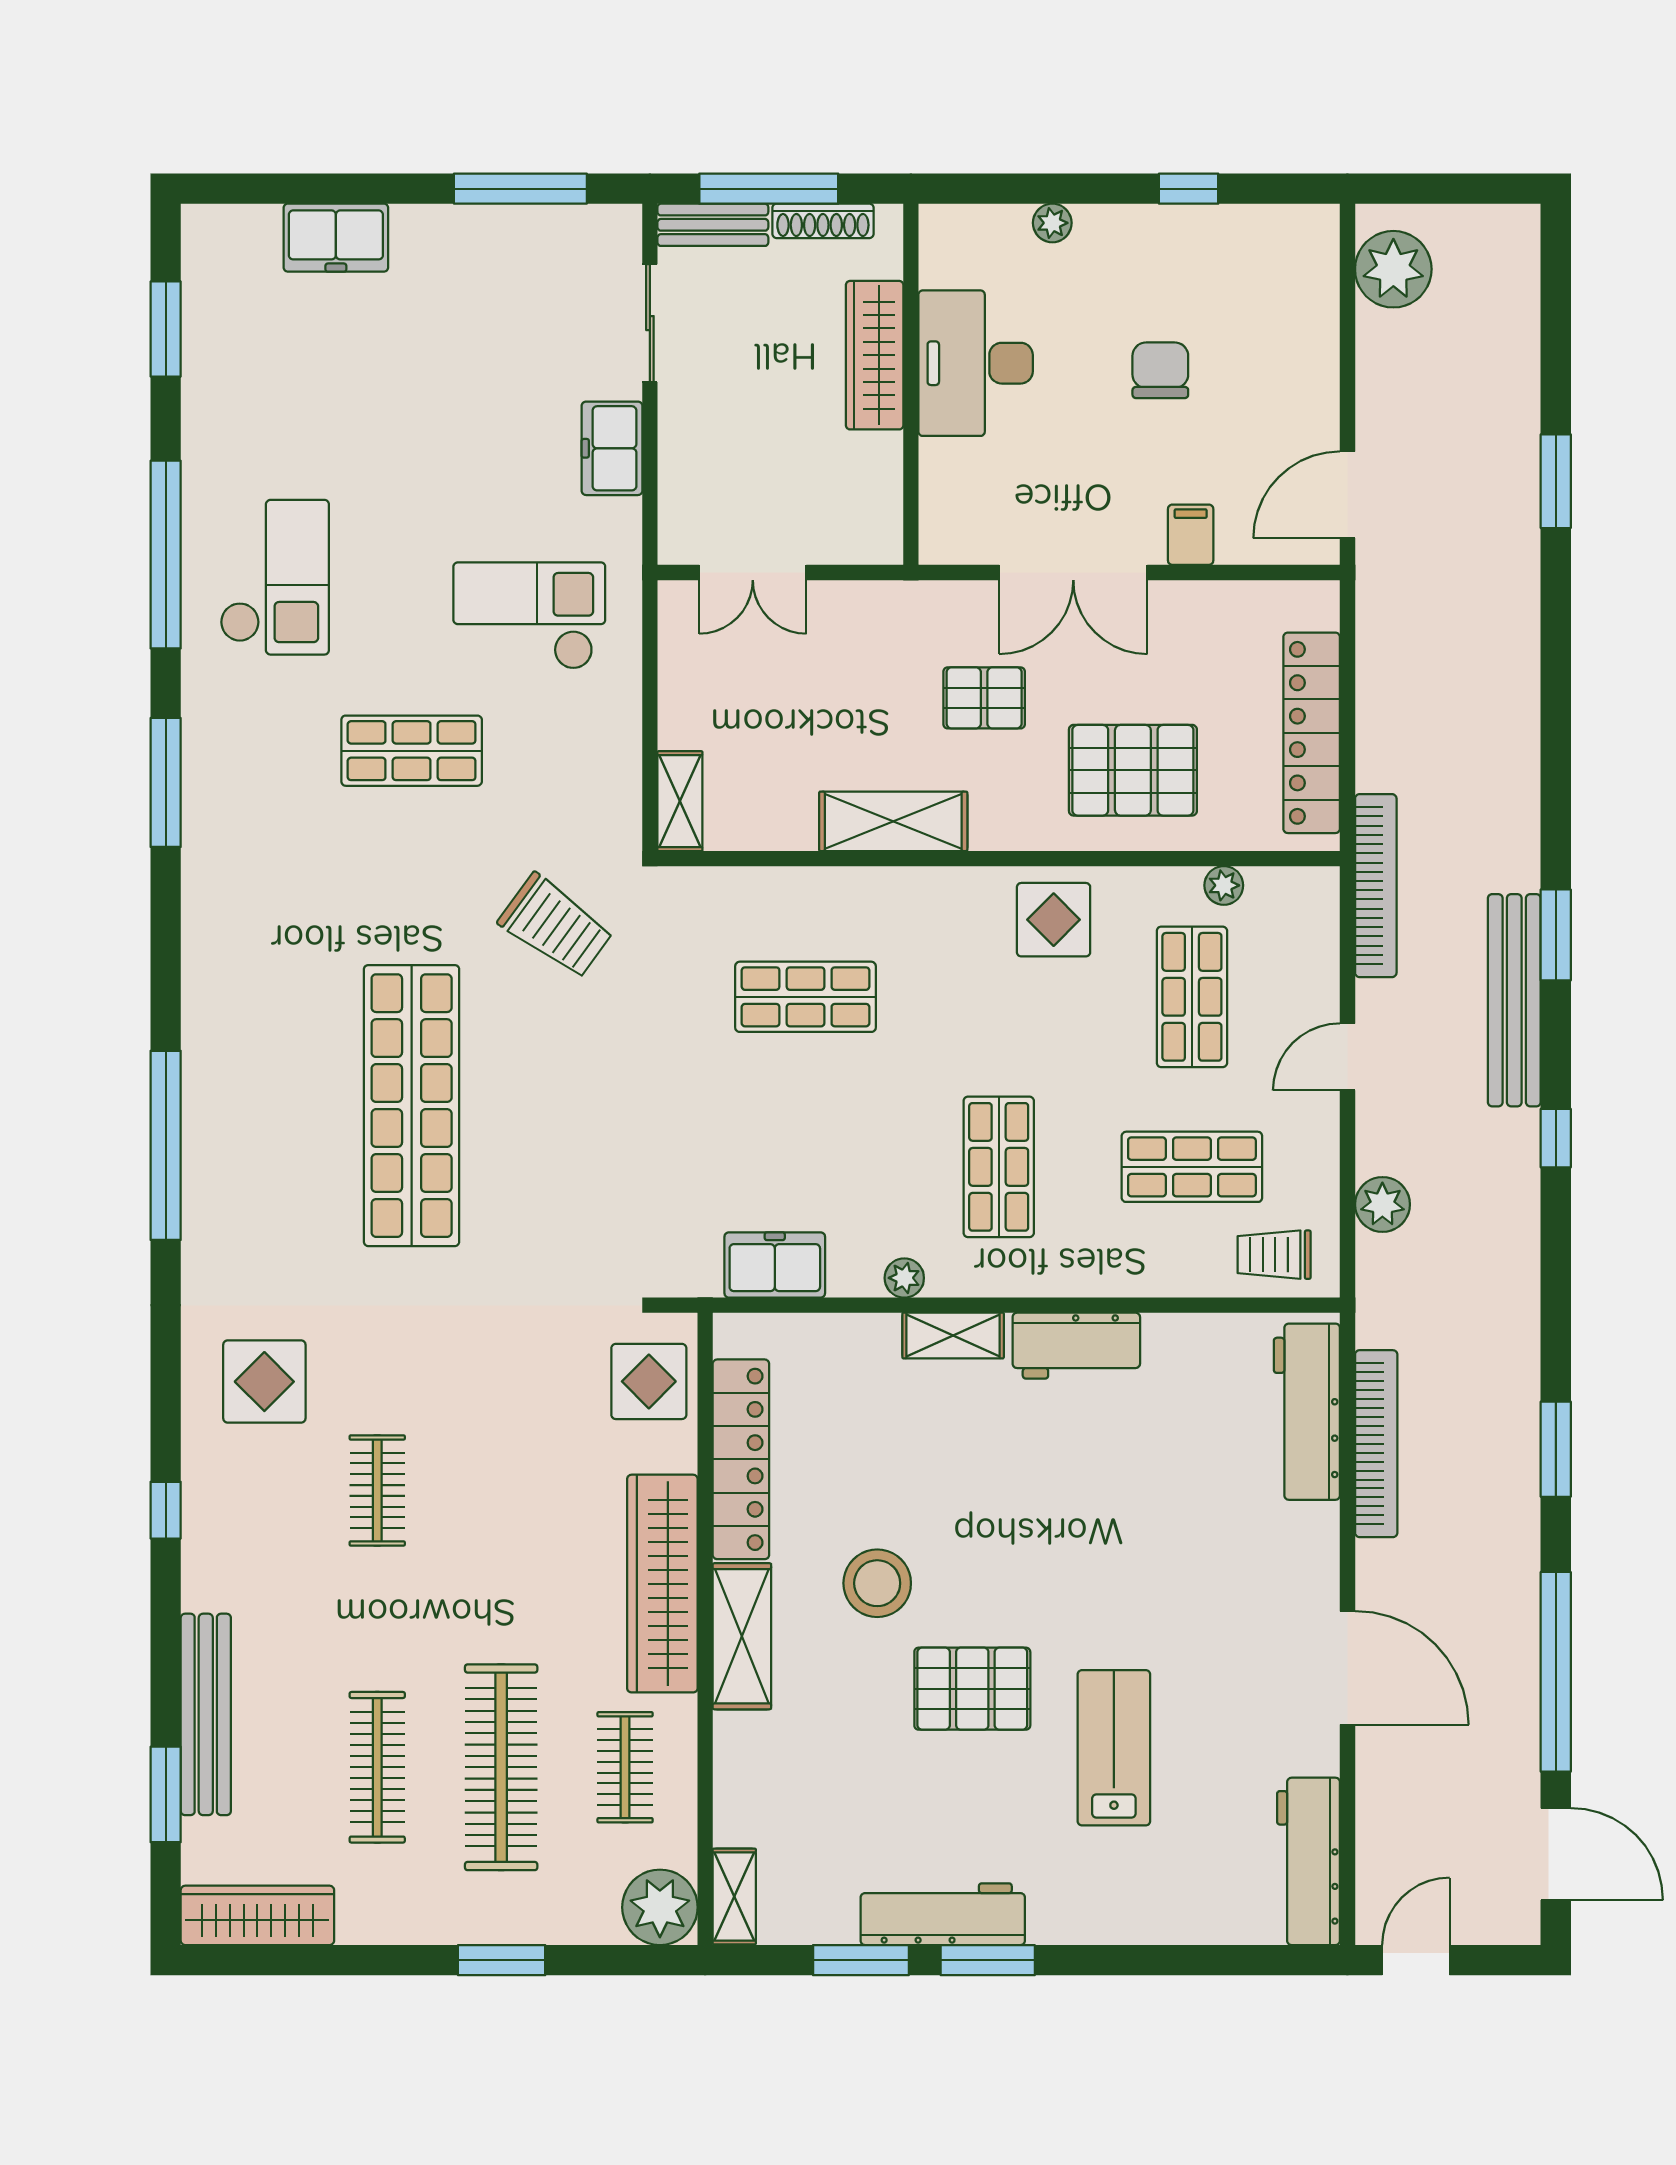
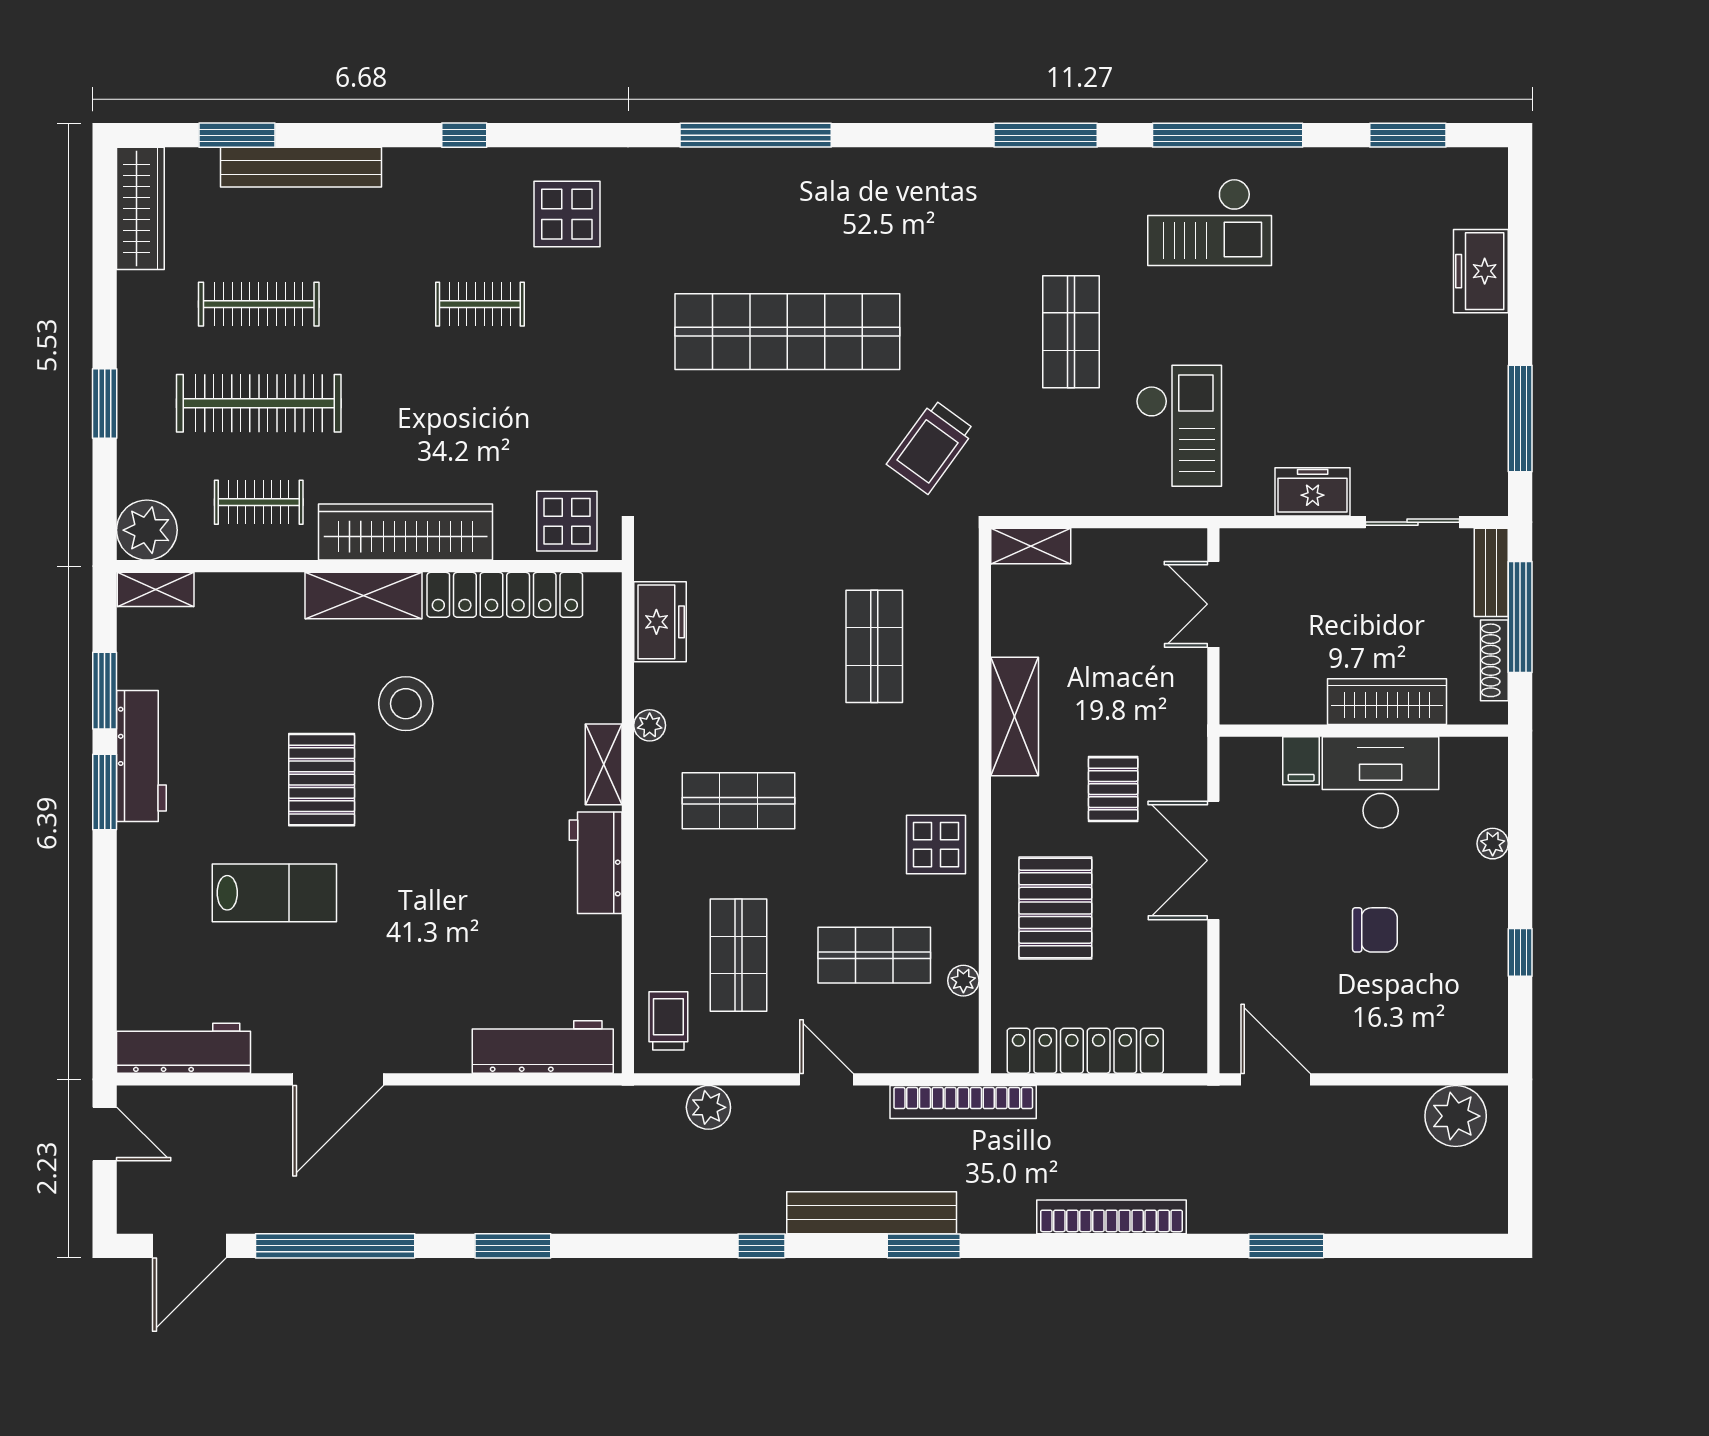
filing cabinet: (1191, 535) -> (1301, 761), moved, turned 90
bookcase: (1376, 1444) -> (1111, 1217), moved, turned 180

